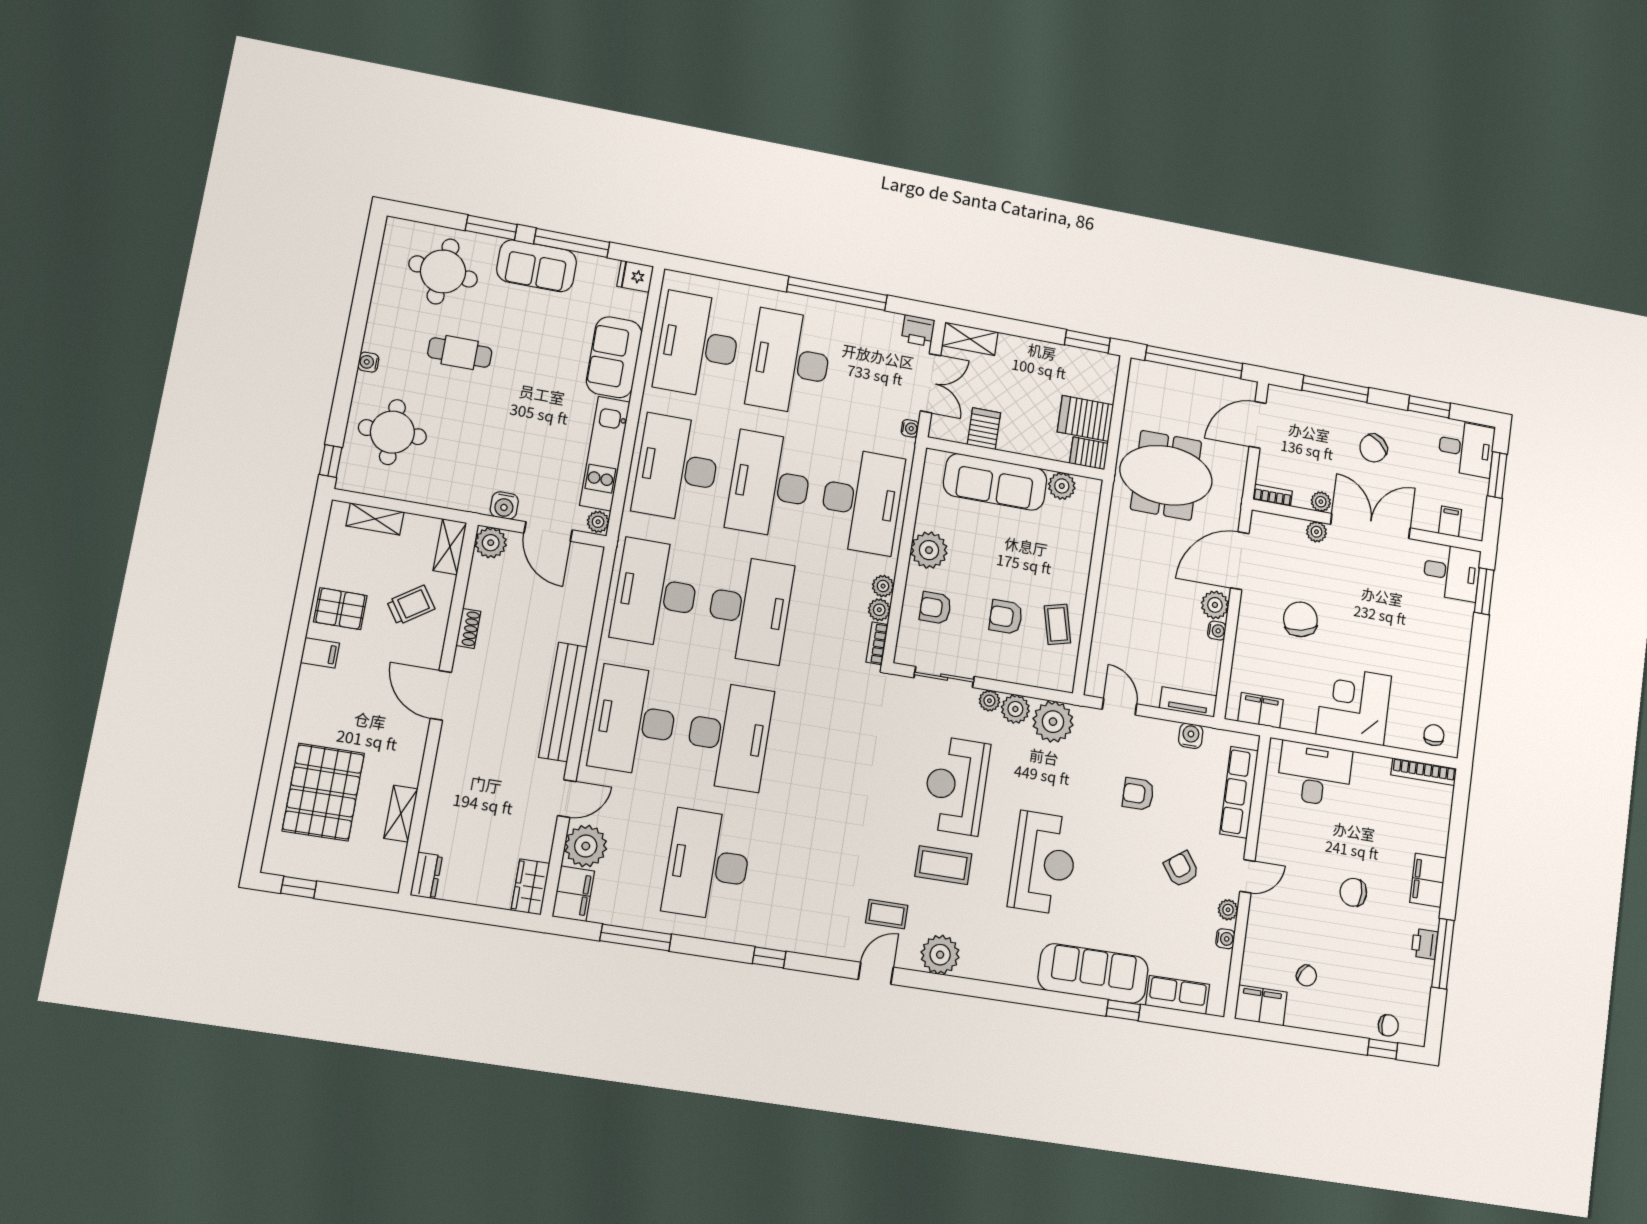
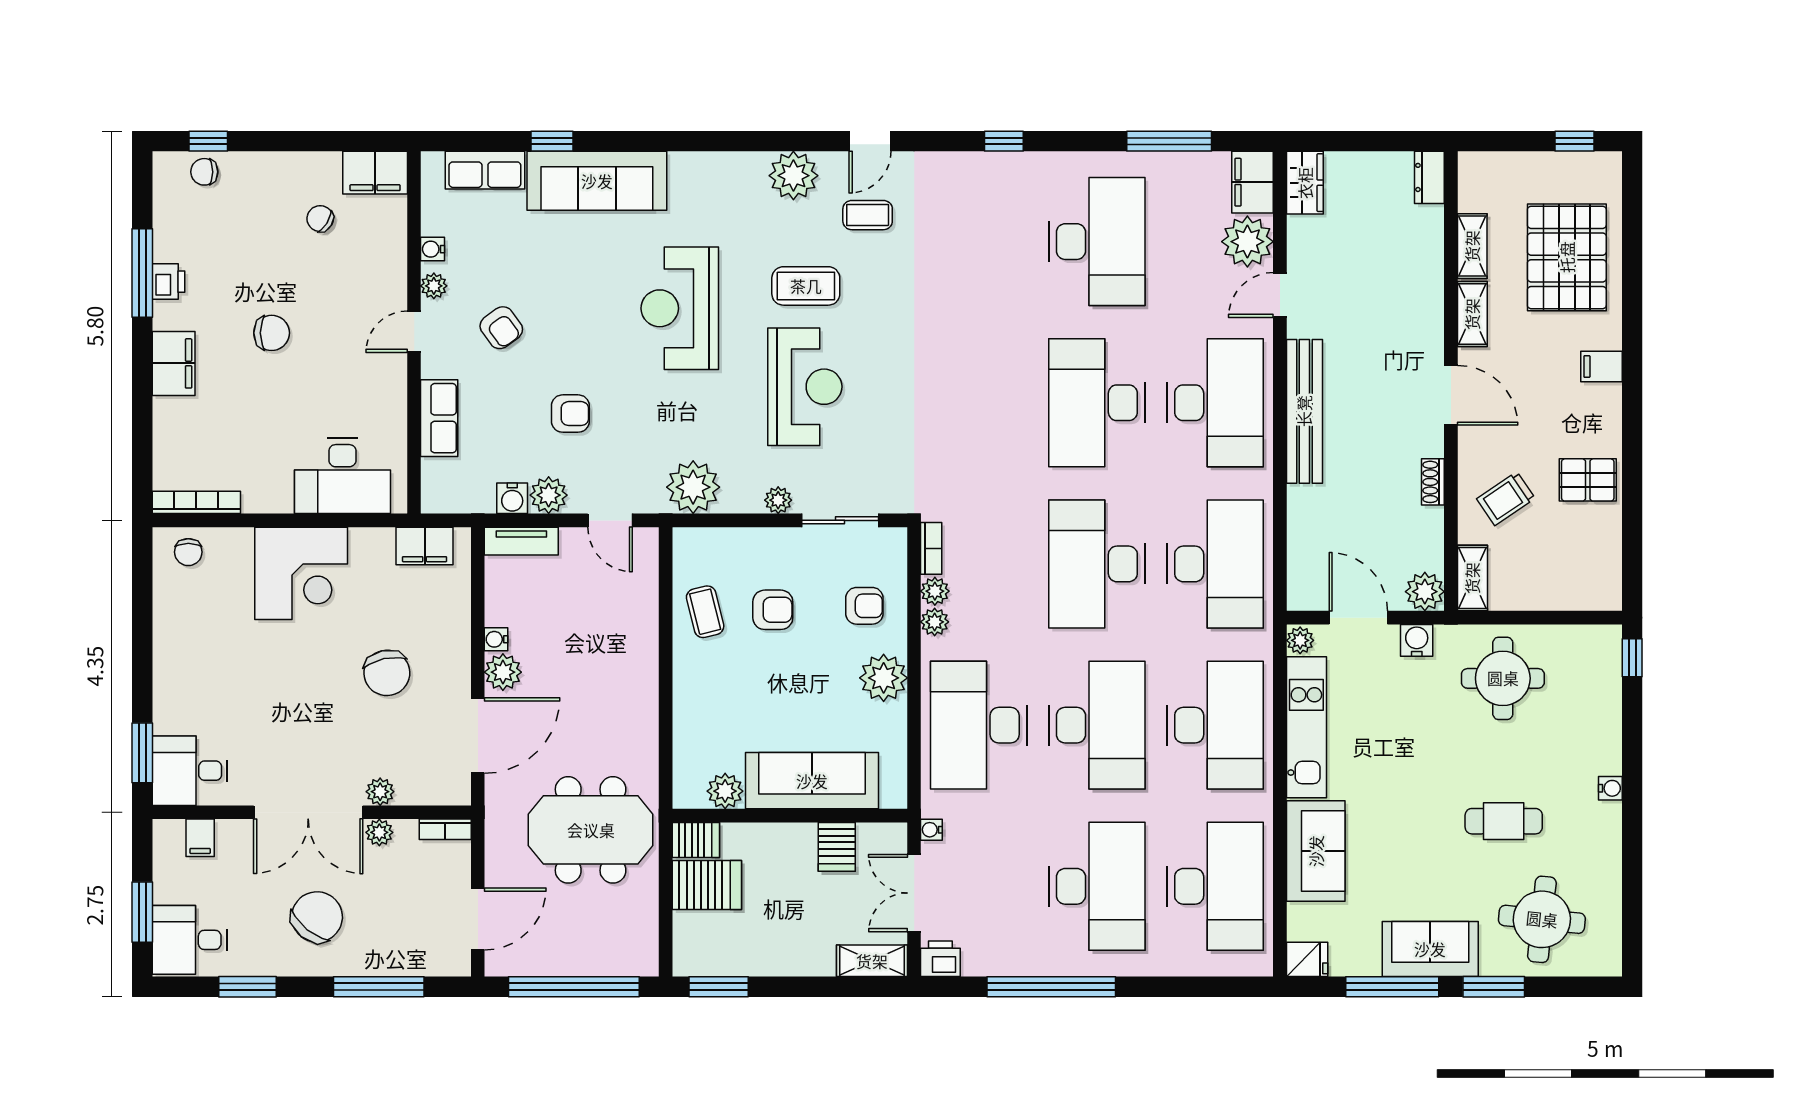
round table: (392, 432) -> (1503, 678), moved
chair: (1373, 448) -> (317, 917), width x1.37, depth x1.37
shelving: (375, 519) -> (1472, 314), moved, turned 90
filing cabinet: (320, 653) -> (1601, 367), moved
plant: (1015, 709) -> (549, 495), moved
row of seats: (1239, 792) -> (439, 418), width x0.68

